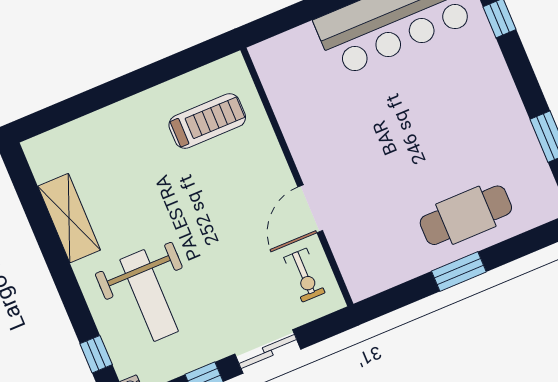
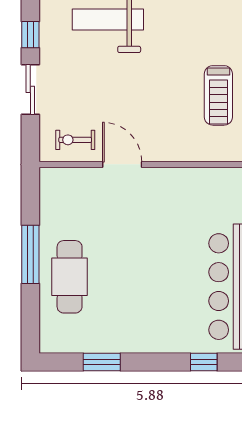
treadmill: (207, 121) -> (218, 95), moved
window: (459, 272) -> (30, 254), width x1.44

